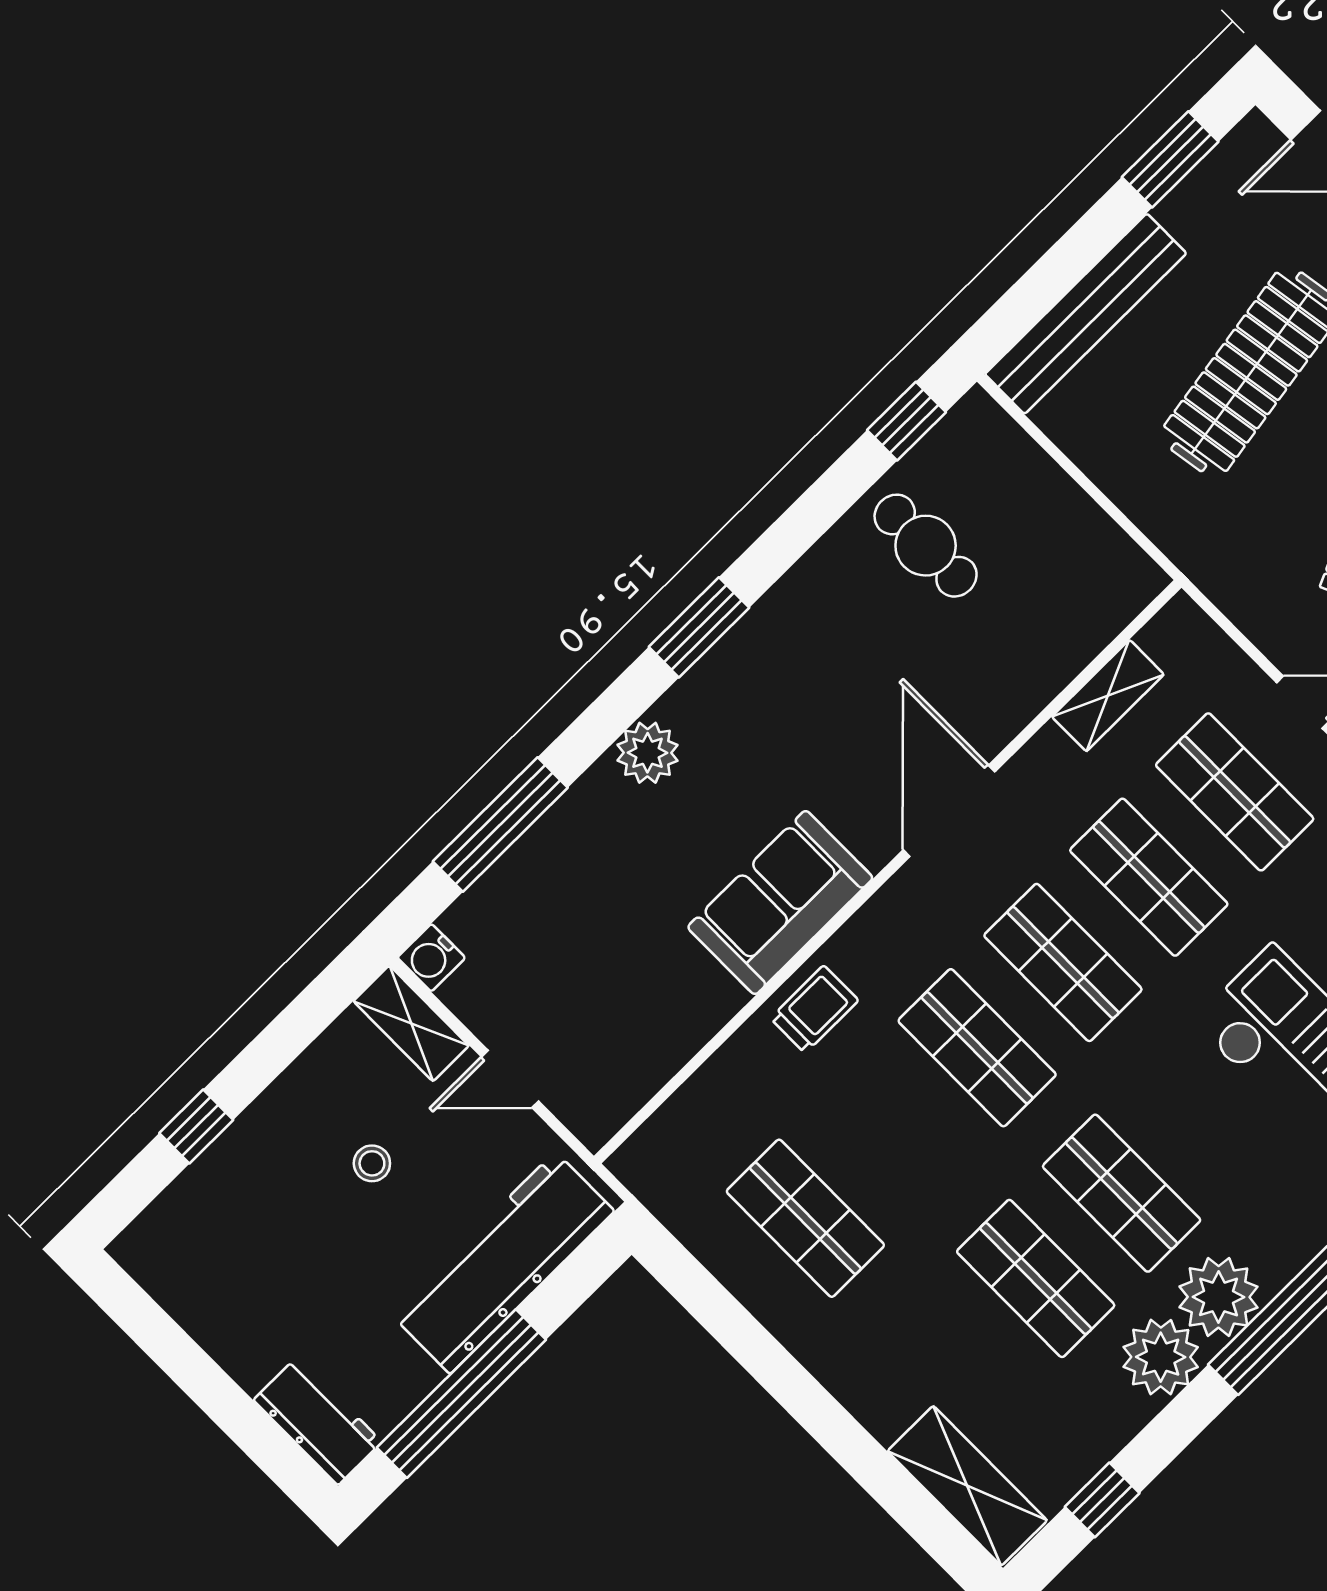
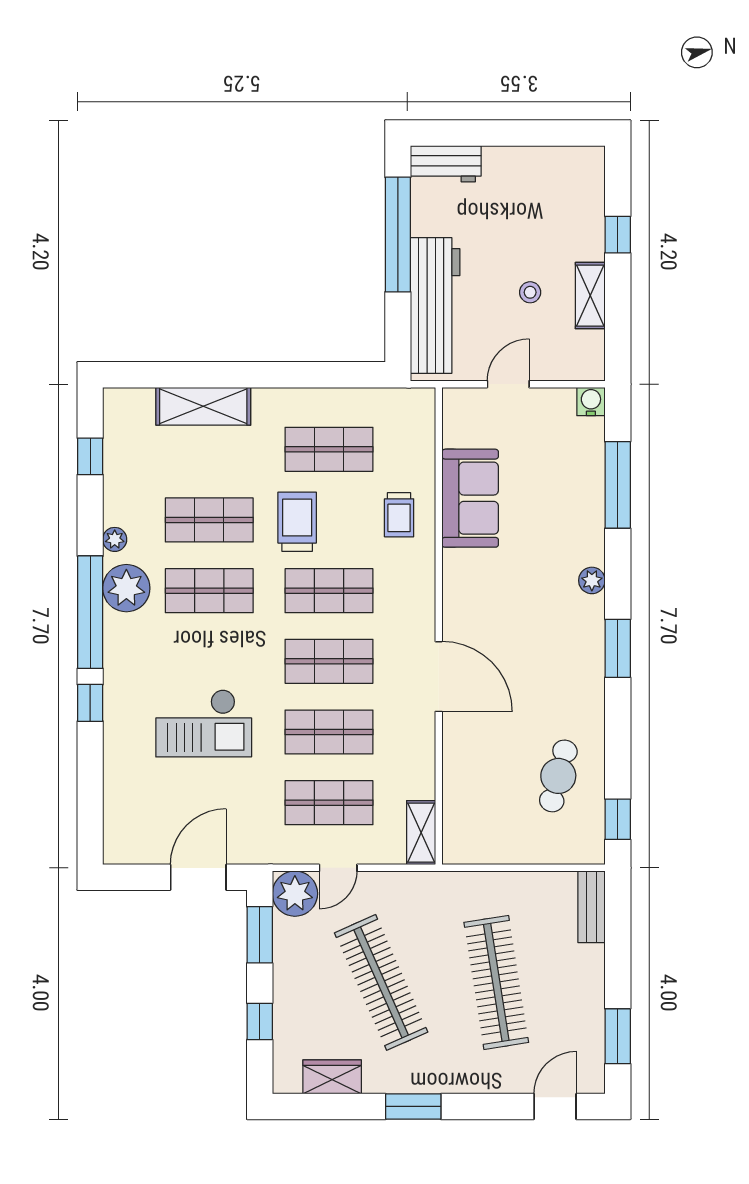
bench: (1086, 314) -> (591, 907), width x0.54, depth x0.82
cafe table: (926, 546) -> (558, 776), turned -75
shelving: (1108, 696) -> (421, 833), moved
plant: (647, 753) -> (592, 580), width x0.73, depth x0.73
sofa: (780, 903) -> (470, 498), moved
trolley: (814, 1009) -> (399, 515), moved
shelving: (411, 1023) -> (590, 296), moved, turned 90
trolley: (932, 1170) -> (297, 522), added
plant: (1161, 1357) -> (115, 539), width x0.53, depth x0.53
shelving: (967, 1486) -> (203, 406), moved

